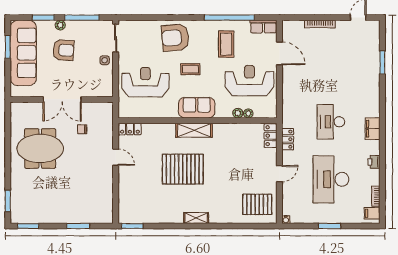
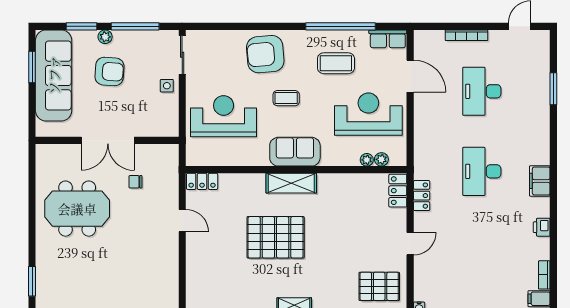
coffee table: (226, 44) -> (336, 63), turned 90
plant: (238, 113) -> (381, 159), moved
desk: (331, 179) -> (482, 91), moved, width x0.73, depth x0.77

